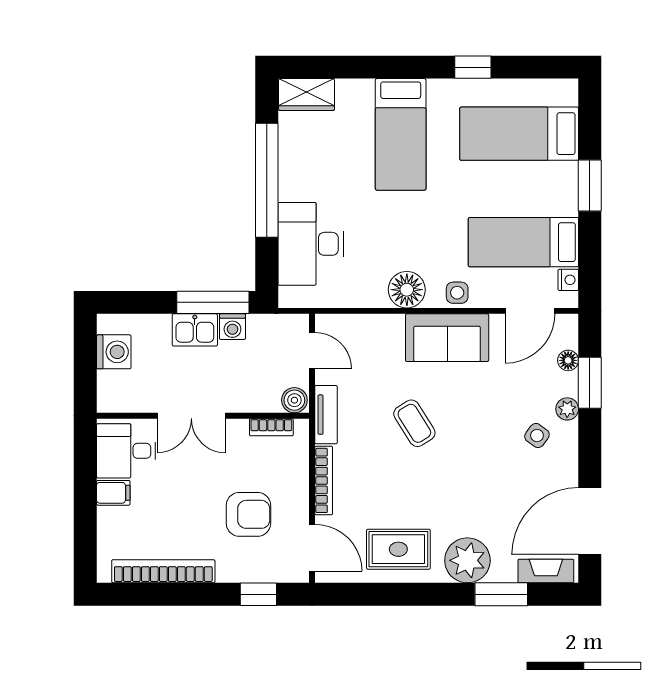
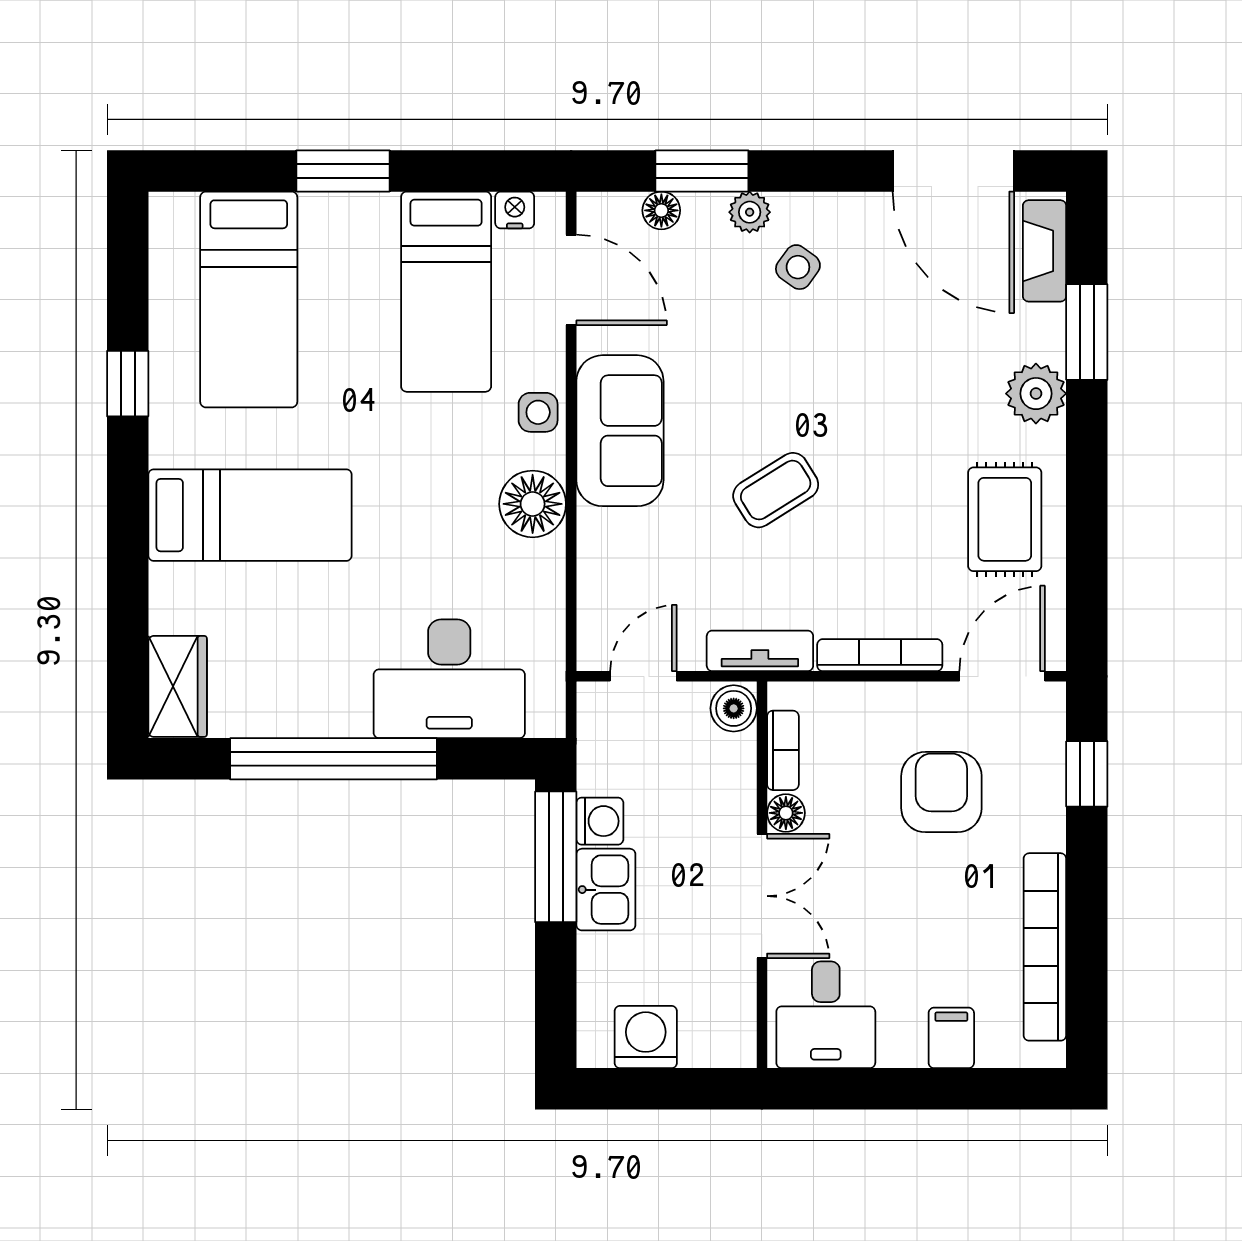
floor lamp: (237, 429) -> (786, 813), added
filing cabinet: (113, 493) -> (951, 1038), moved
plant: (467, 560) -> (1036, 394), width x0.73, depth x0.73

